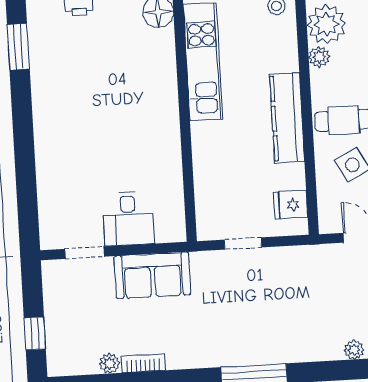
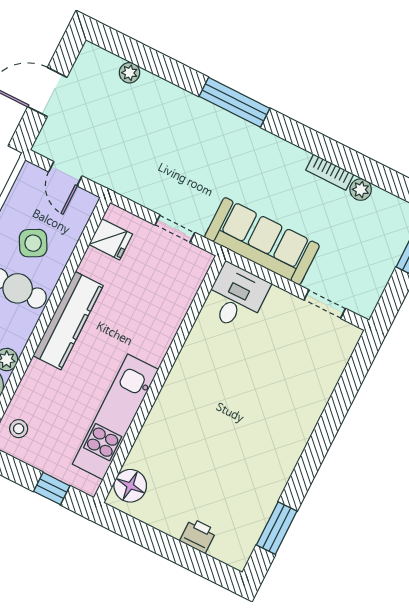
desk: (128, 219) -> (236, 297), moved
sofa: (152, 275) -> (262, 241), width x1.36

